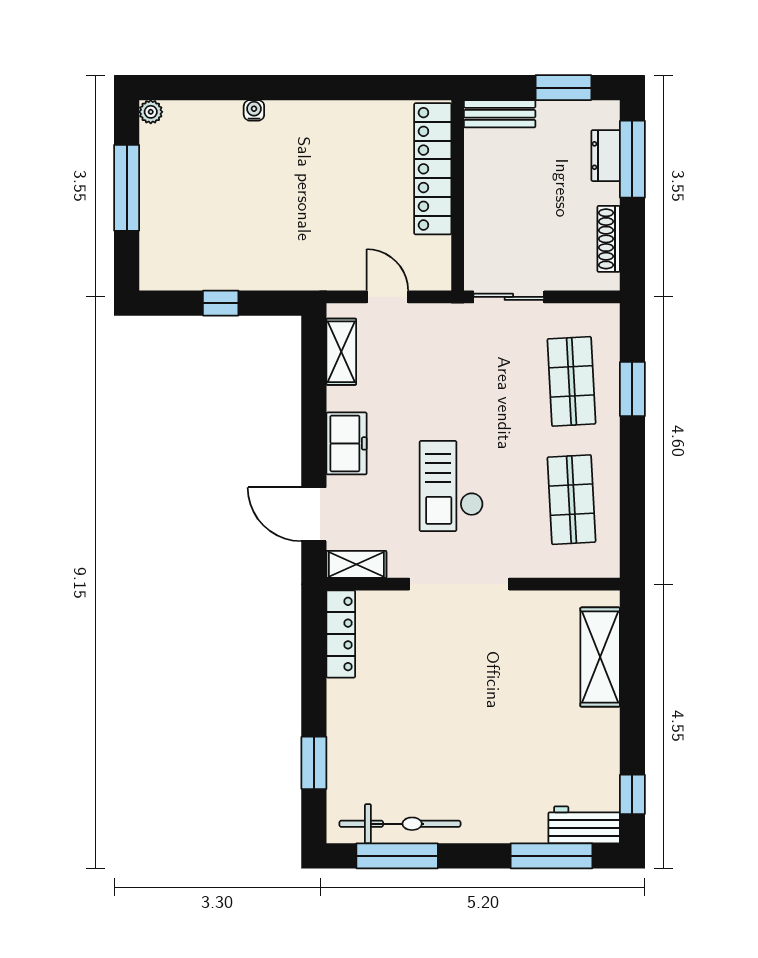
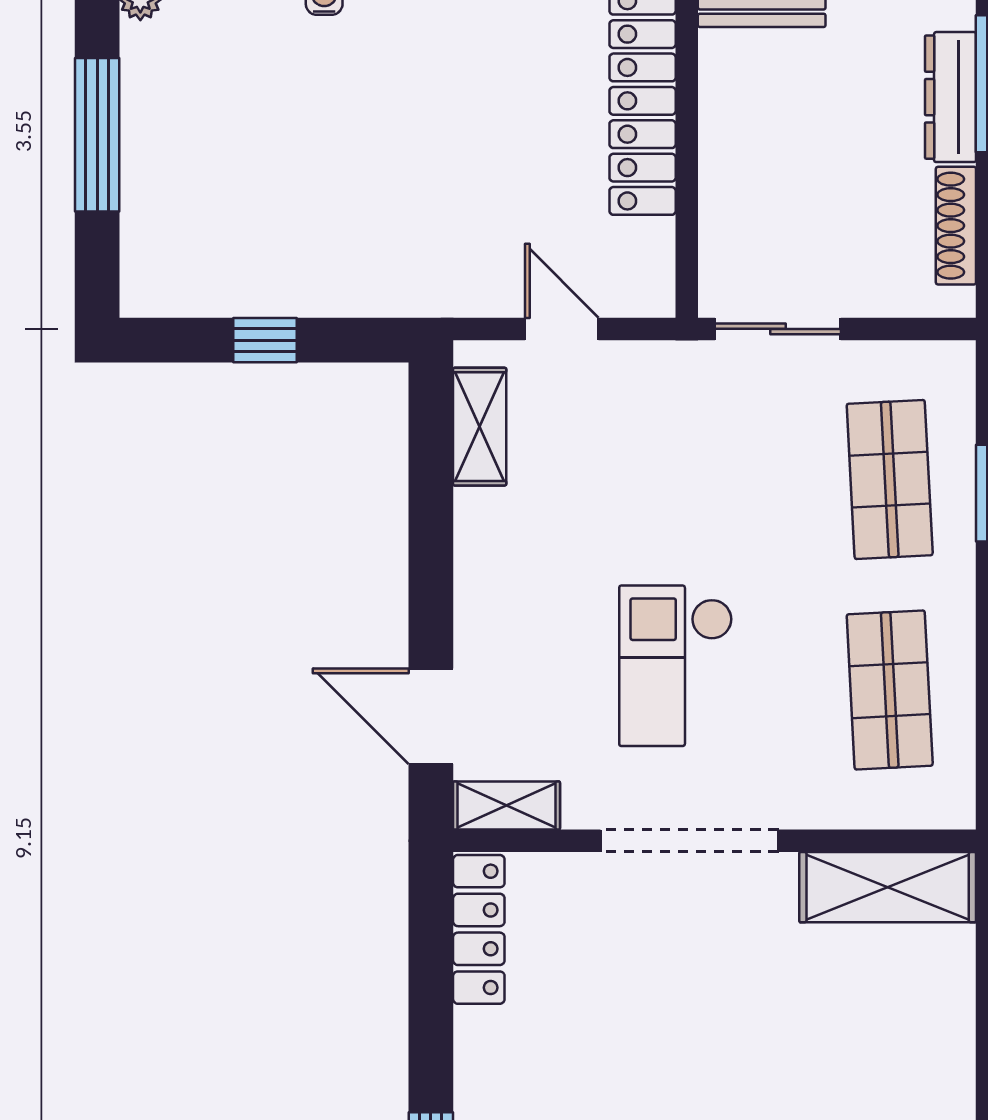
dresser: (606, 156) -> (950, 97), width x1.44
freezer: (347, 443) -> (489, 590), removed
shelving: (600, 657) -> (888, 887), moved, turned 90

